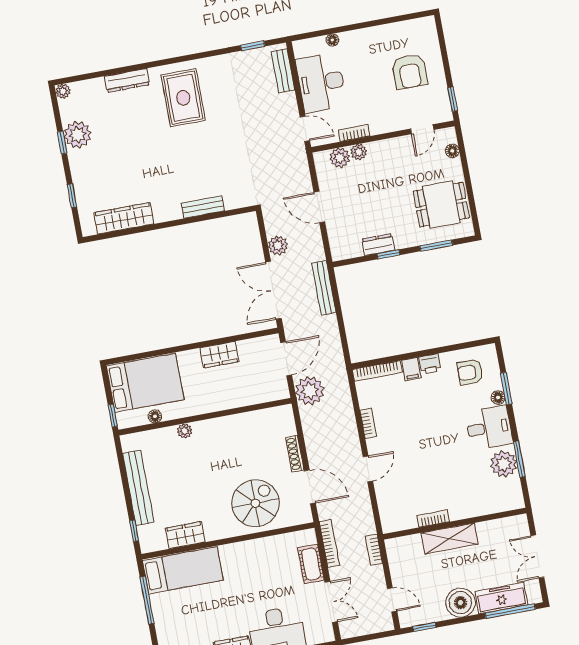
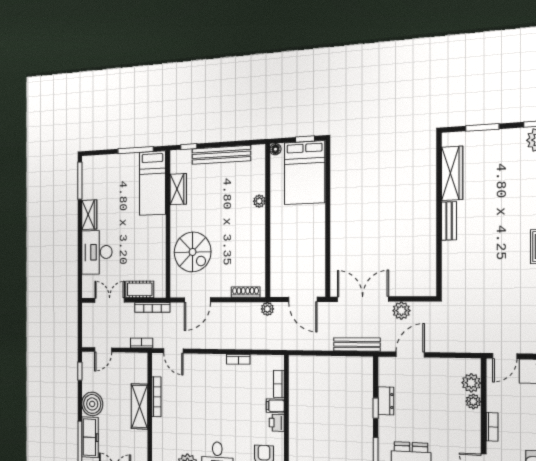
bookcase: (354, 133) -> (492, 427), moved
window: (72, 196) -> (482, 127), width x1.50
bench: (203, 207) -> (449, 221), moved
door: (319, 207) -> (410, 355), moved
wardrobe: (219, 355) -> (316, 242), removed
bookcase: (377, 371) -> (279, 384), width x0.64
plant: (310, 391) -> (267, 309), width x0.53, depth x0.53
window: (113, 416) -> (305, 139), moved
floor lamp: (155, 416) -> (275, 149), moved
shoe rack: (295, 454) -> (245, 292), moved
door: (368, 469) -> (173, 351), moved
bookcase: (433, 519) -> (156, 397), width x1.56
double door: (331, 602) -> (110, 300), swing flipped

